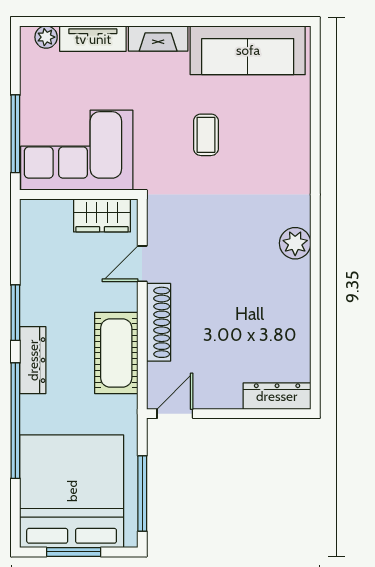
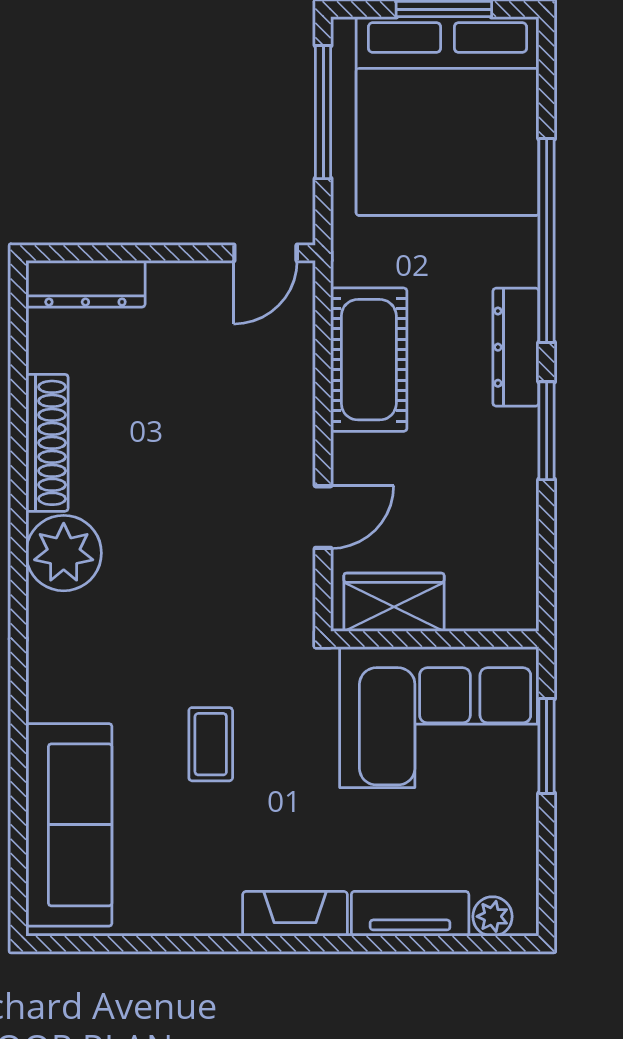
sofa: (248, 50) -> (69, 825), moved, turned 90
window: (15, 134) -> (547, 746), width x0.69
plant: (295, 243) -> (64, 553), width x1.36, depth x1.36
shoe rack: (159, 322) -> (47, 443), moved, turned 180

